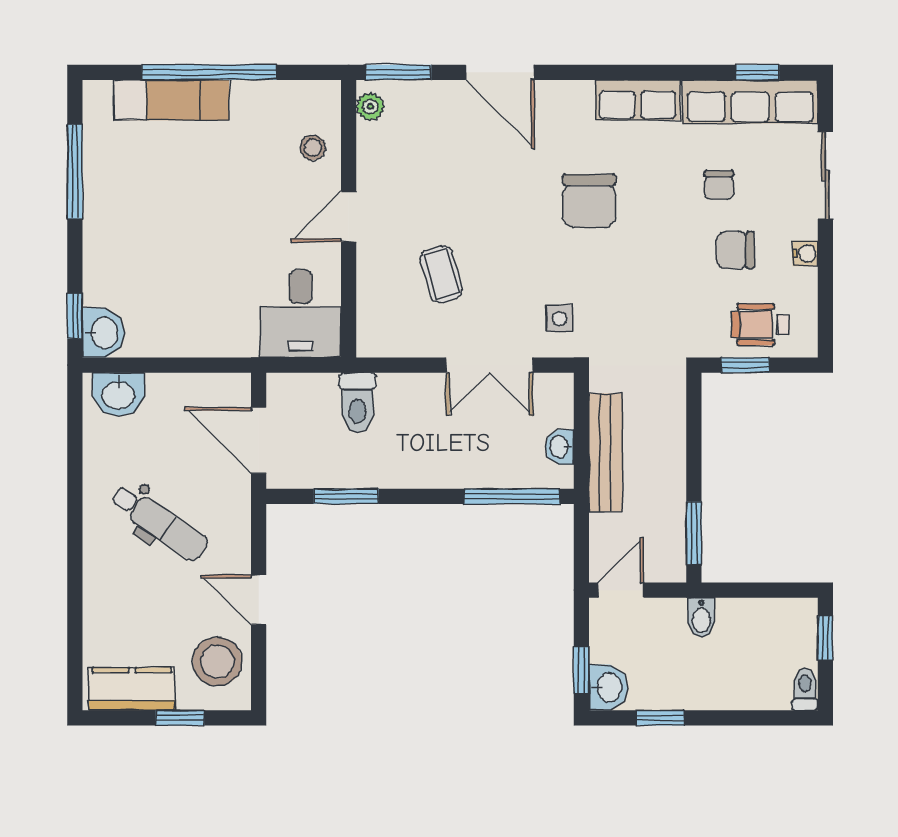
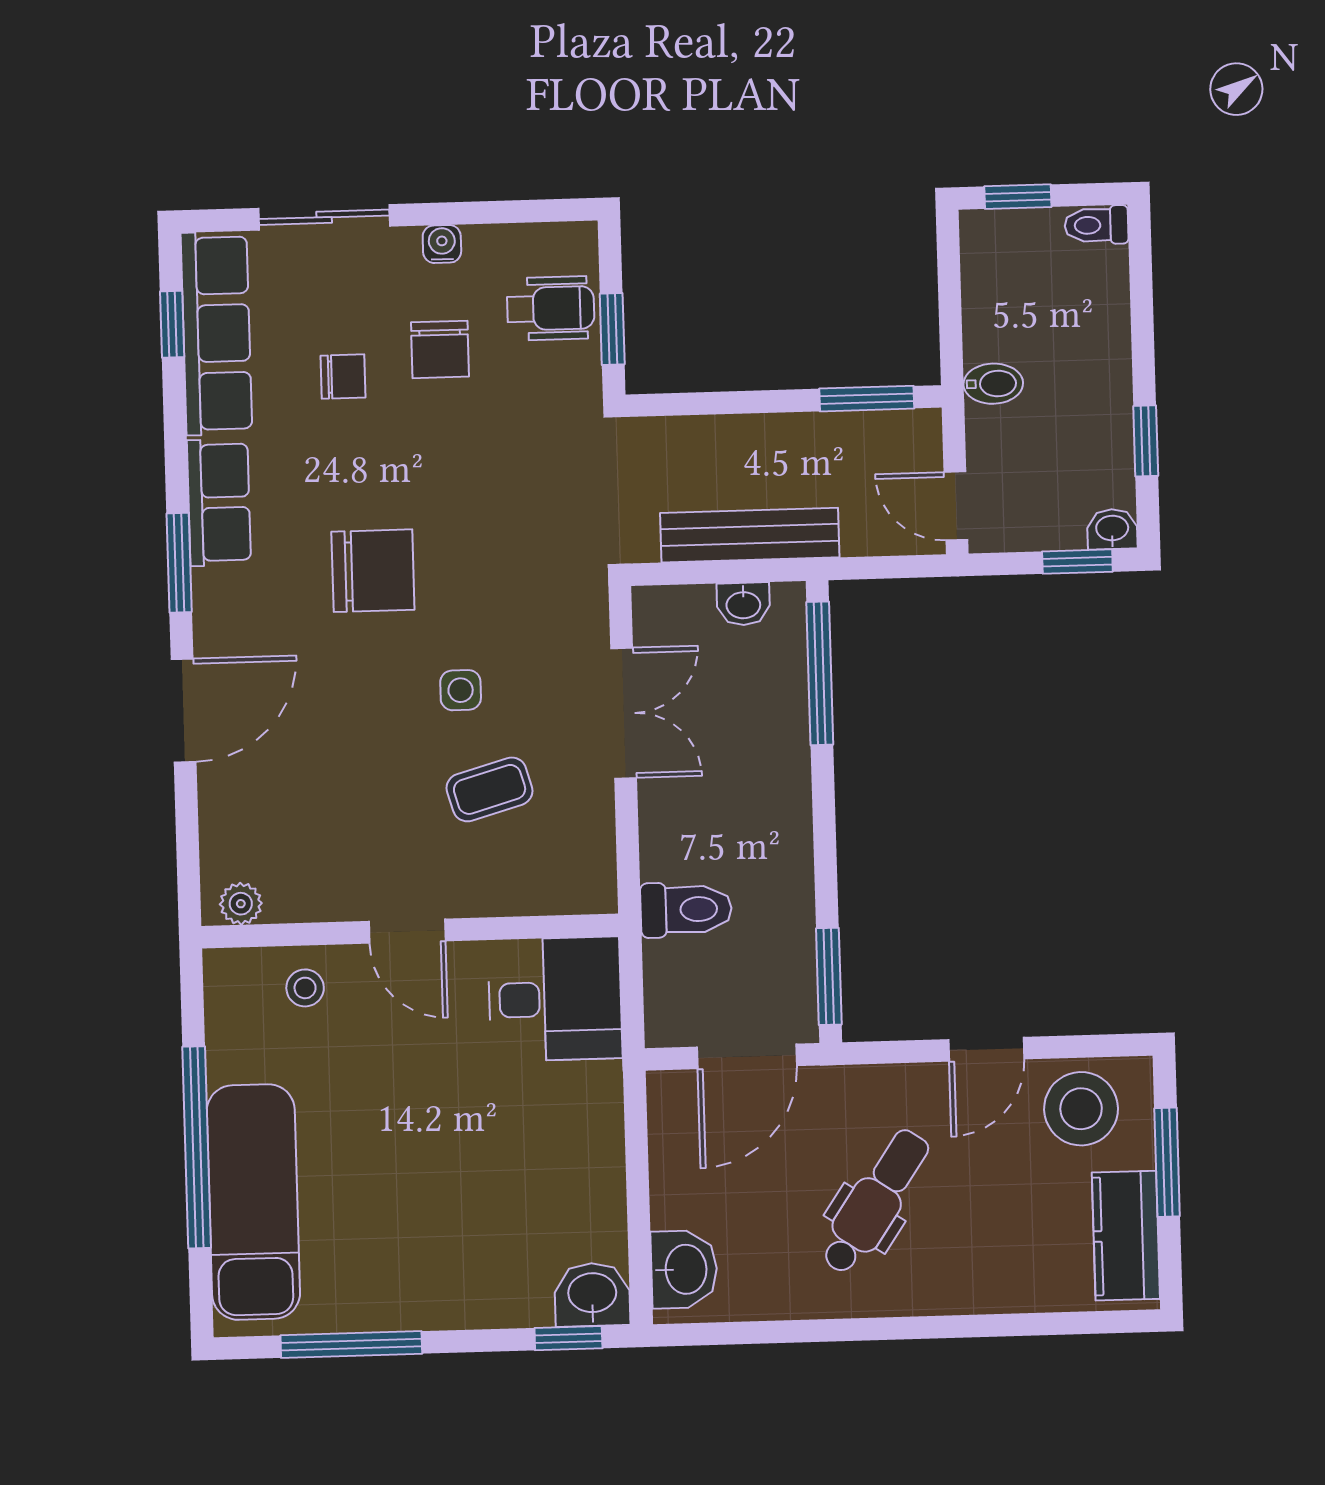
window: (398, 72) -> (179, 563), moved
exam couch: (172, 100) -> (253, 1202), width x1.36, depth x1.45
side table: (559, 318) -> (461, 690), moved
wheelchair: (760, 324) -> (551, 308), turned -90
window: (346, 496) -> (829, 976), moved
washbasin: (608, 687) -> (1112, 529), width x0.72, depth x0.69
window: (180, 718) -> (1167, 1162), width x1.50

